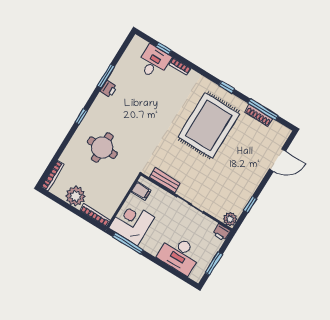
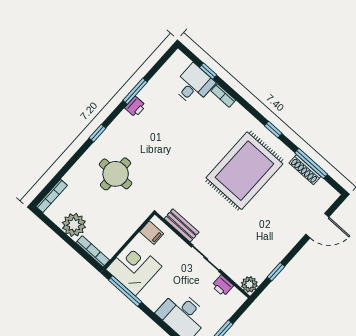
printer: (221, 233) -> (223, 286), moved

